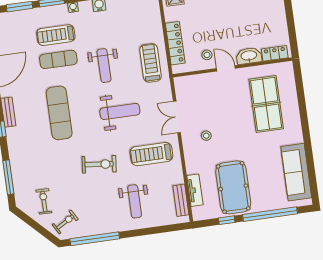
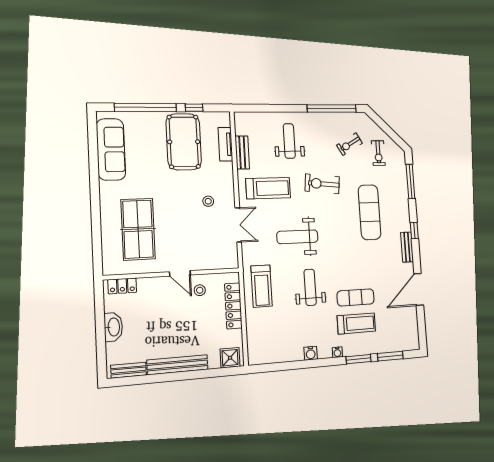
washbasin: (249, 56) -> (113, 327), moved, turned -90
exercise mat: (59, 113) -> (370, 212), moved
bench: (181, 200) -> (242, 152), moved
exercise bike: (65, 222) -> (349, 144), moved

